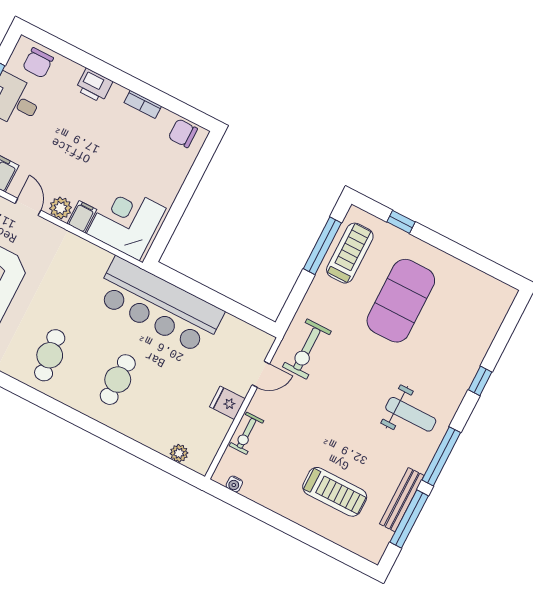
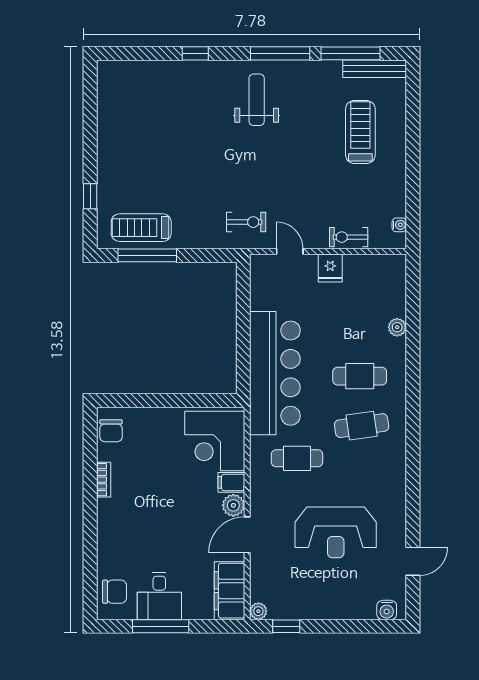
printer: (94, 85) -> (109, 531), removed
door: (28, 207) -> (247, 535), width x1.38
cafe table: (73, 286) -> (297, 458), added
exercise mat: (401, 301) -> (160, 161), removed
exercise bike: (307, 349) -> (246, 222), width x0.73, depth x0.72
cafe table: (50, 355) -> (362, 426), moved
exercise bike: (247, 433) -> (349, 237), turned 180
plant: (179, 453) -> (397, 327), moved
bench: (402, 500) -> (375, 69), moved

